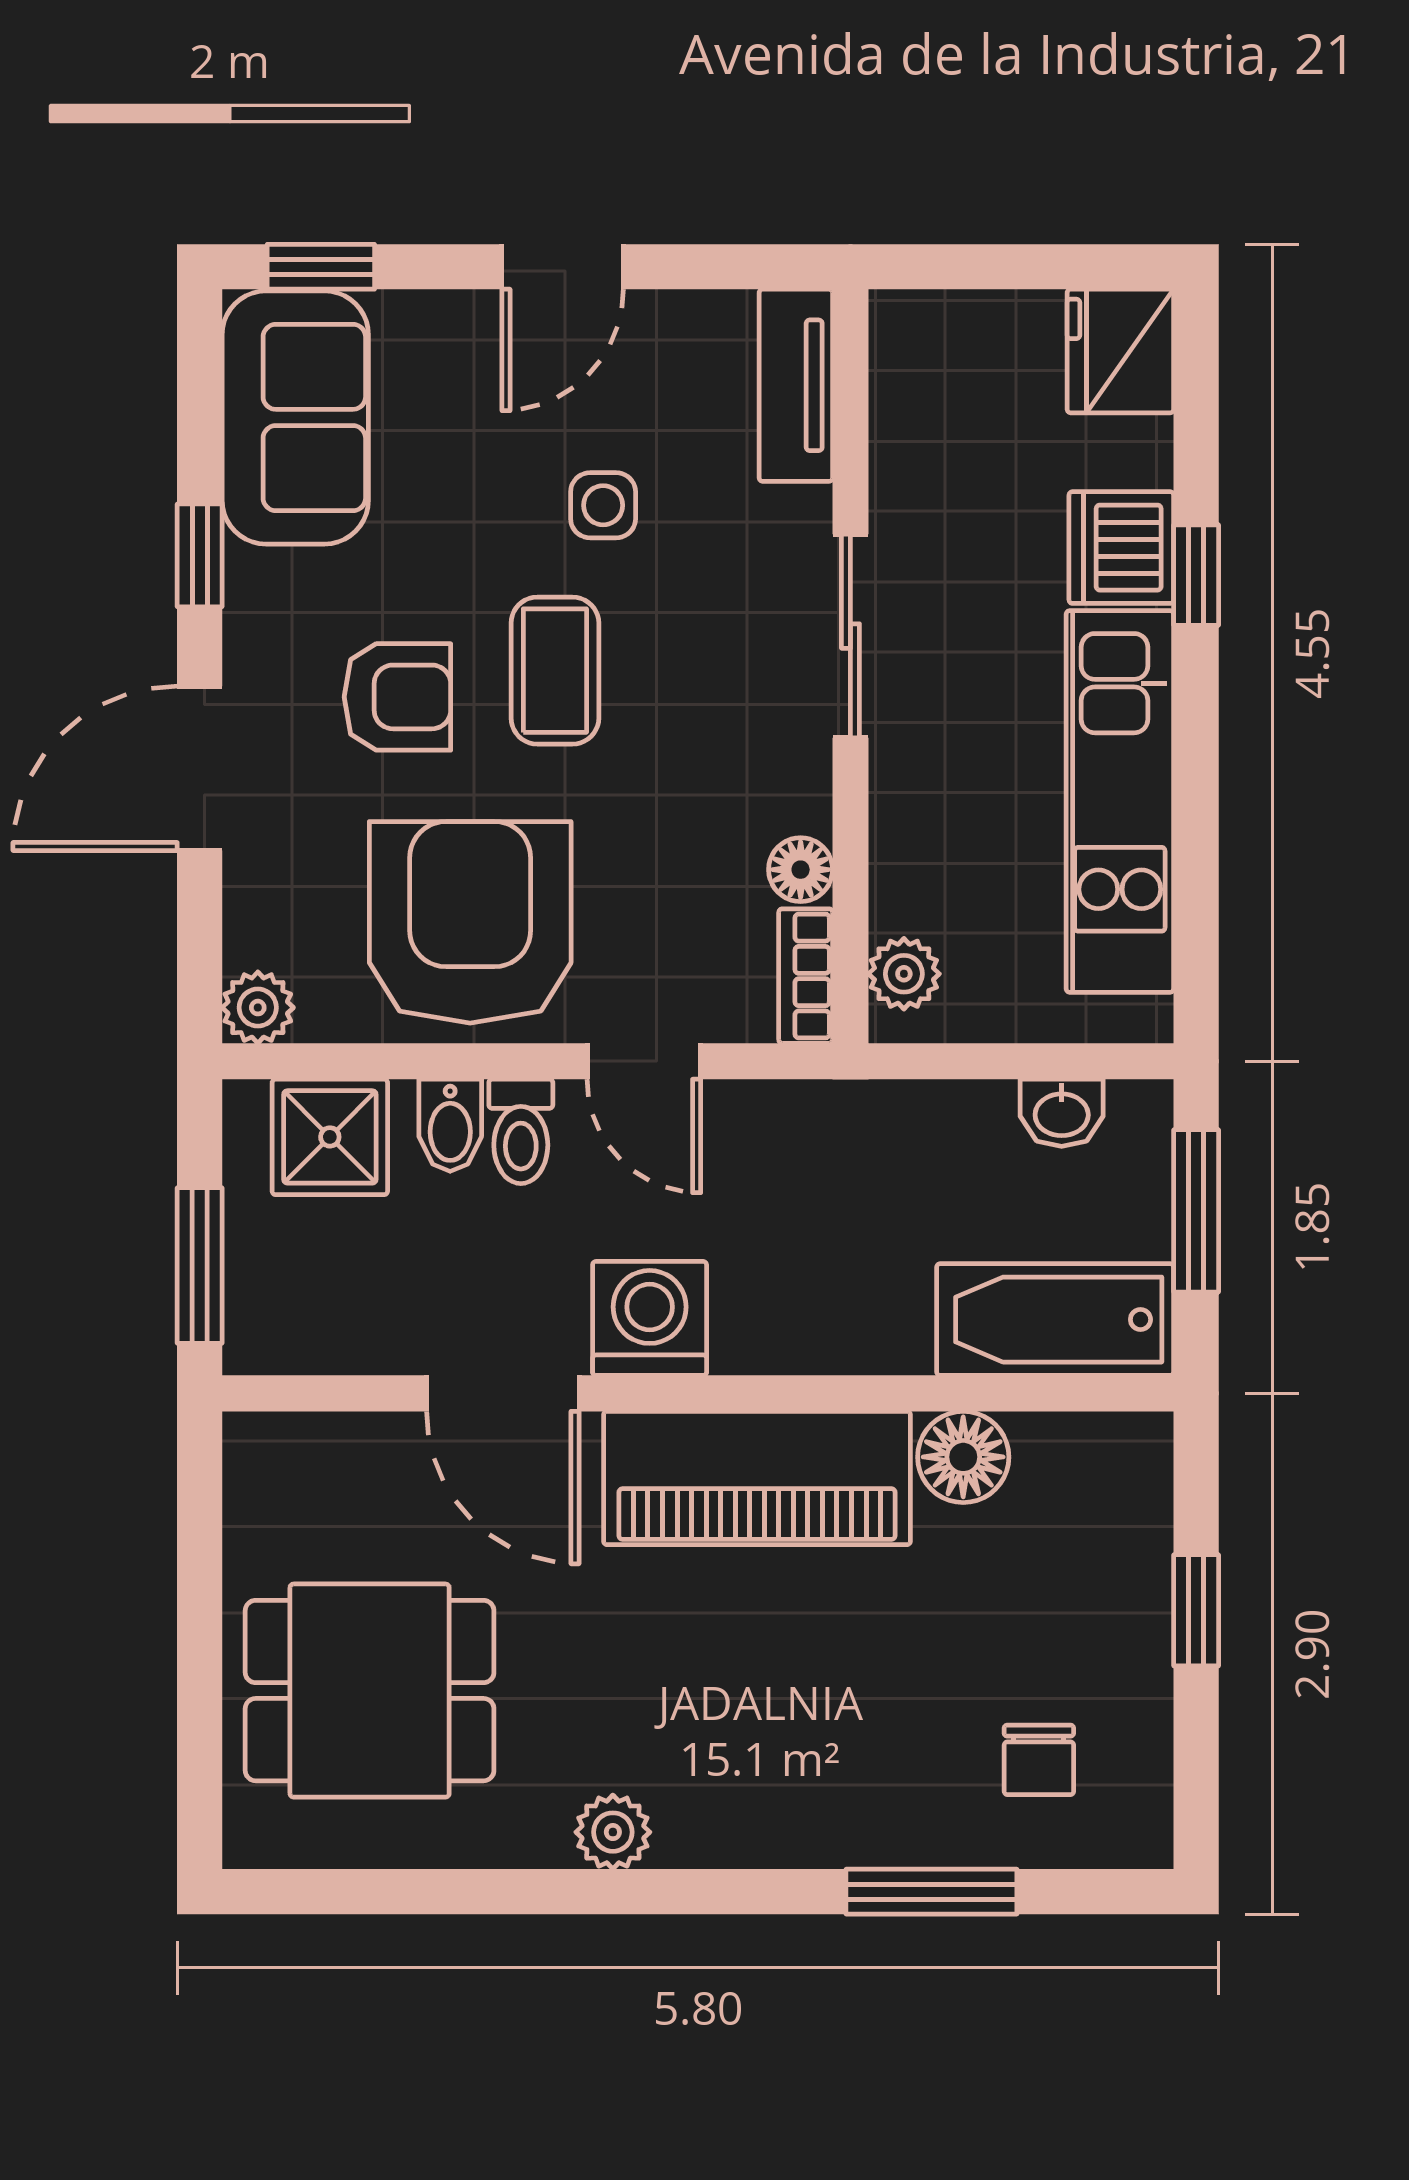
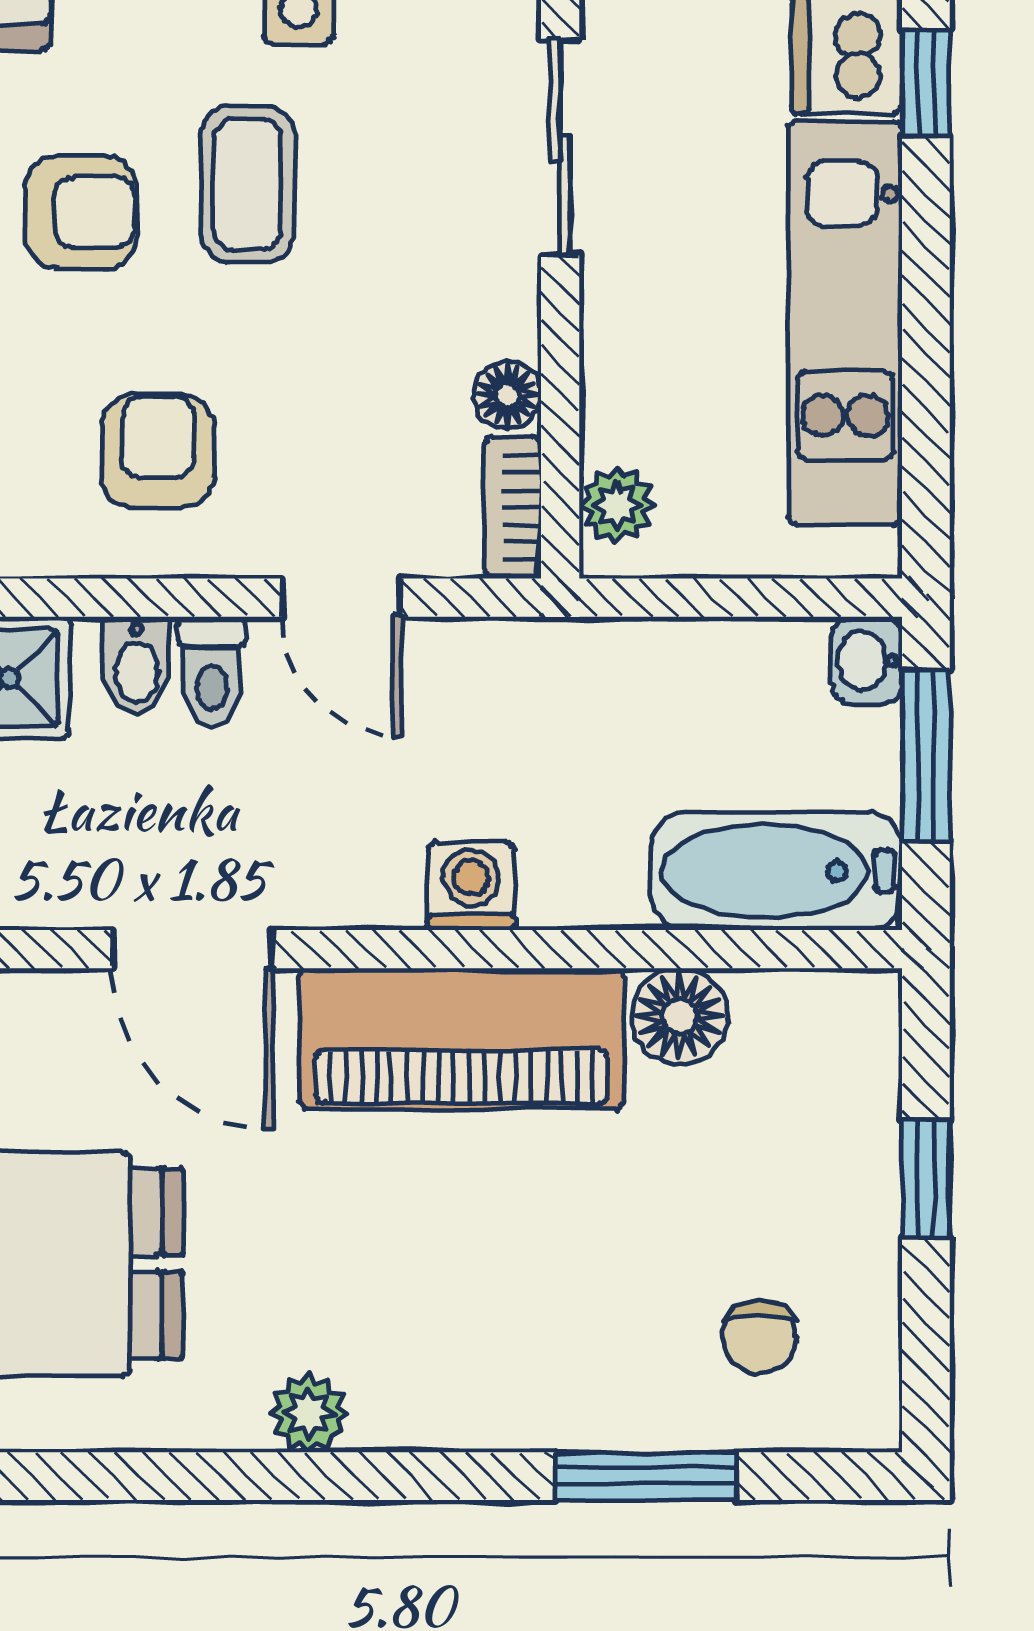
armchair: (470, 922) -> (158, 451), width x0.53, depth x0.53
washbasin: (1062, 1113) -> (867, 661), moved, turned 90
washing machine: (650, 1318) -> (471, 886), moved, width x0.73, depth x0.73

